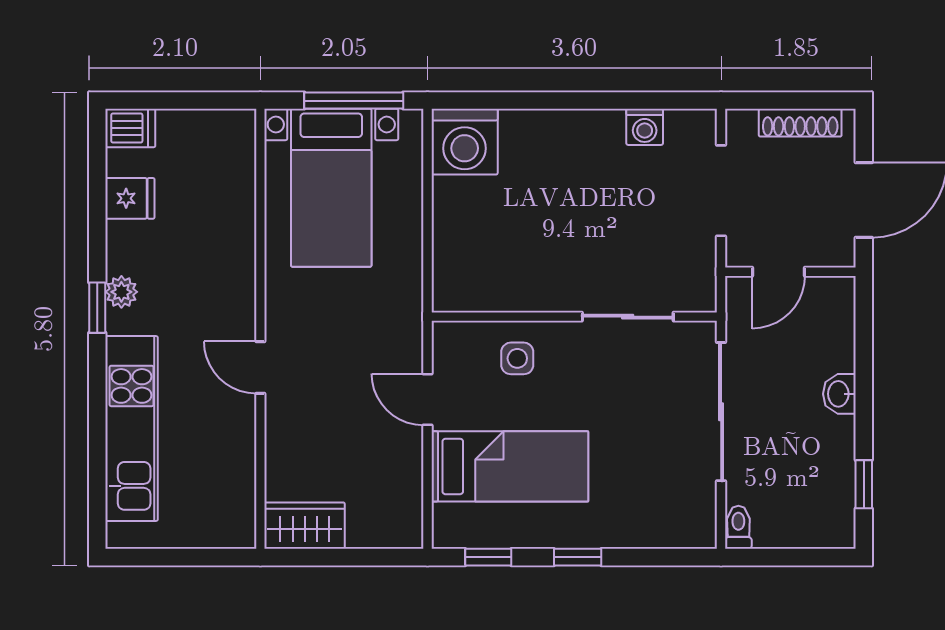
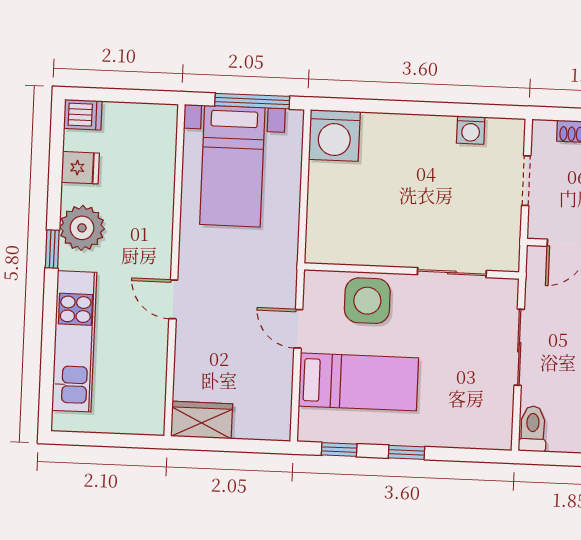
doorway: (721, 191) -> (526, 181), width x0.73
plant: (121, 292) -> (82, 228), width x1.88, depth x1.88
side table: (517, 358) -> (367, 301), width x1.87, depth x1.87
sliding door: (721, 412) -> (519, 347), width x0.73
toilet: (738, 527) -> (533, 429), width x1.37, depth x1.39

